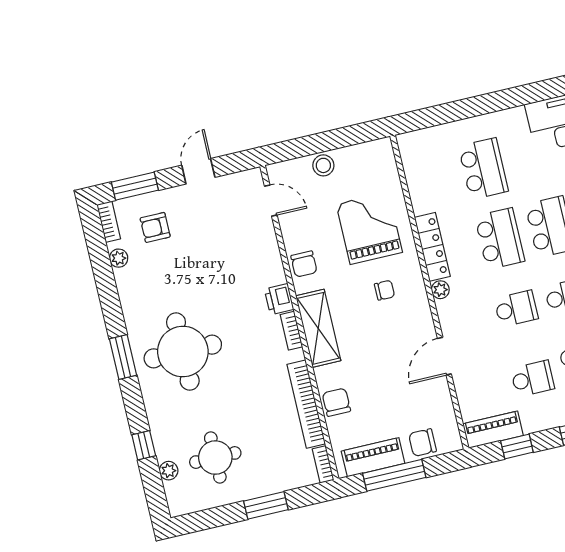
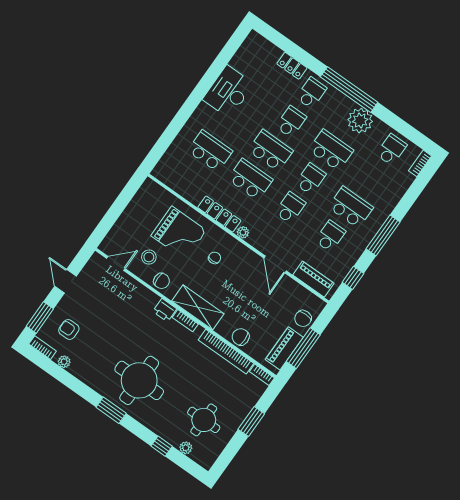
stool: (323, 165) -> (149, 257), moved
armchair: (155, 227) -> (69, 329), turned 90
grand piano: (369, 228) -> (179, 233), turned 180
piano: (493, 430) -> (313, 279), moved, turned 90

